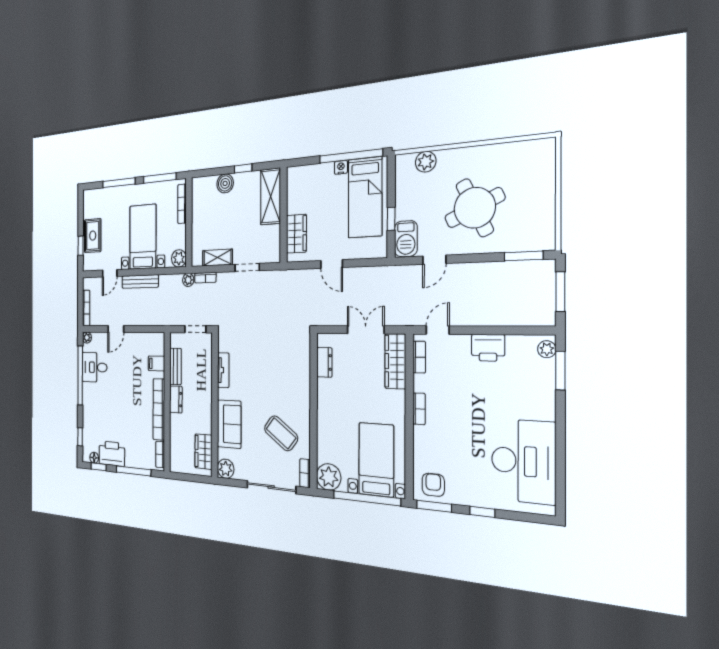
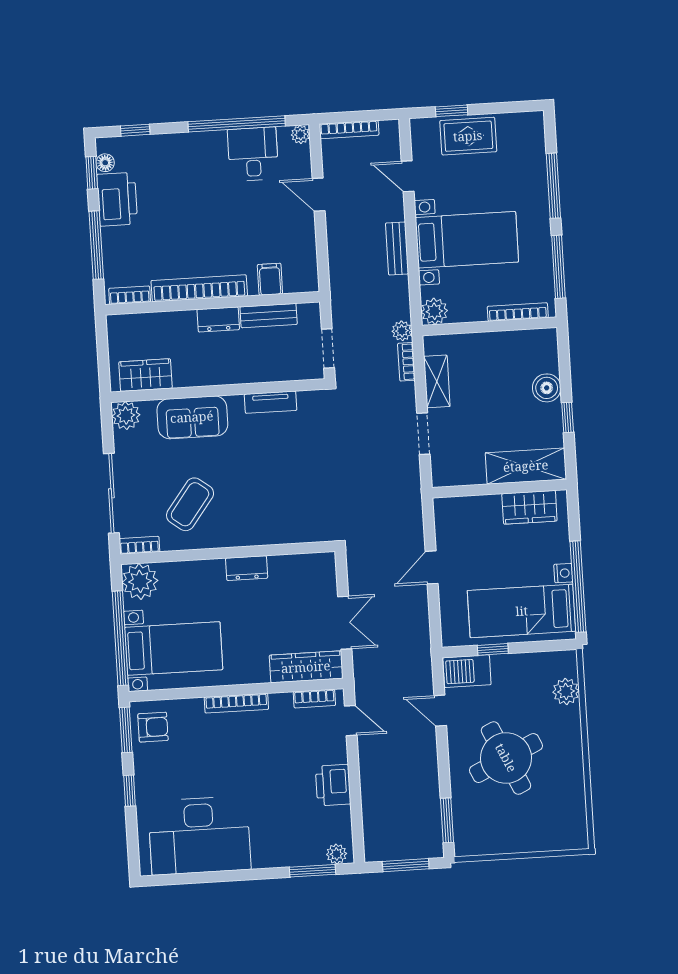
wardrobe: (296, 234) -> (529, 507), moved
bench: (140, 281) -> (397, 248), width x0.73
dresser: (324, 362) -> (247, 568), moved
bookcase: (419, 409) -> (236, 703), width x1.56

